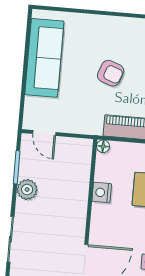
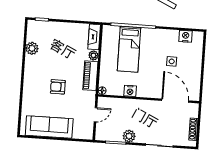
armchair: (111, 73) -> (58, 87), turned -110
door: (44, 133) -> (95, 115), moved

